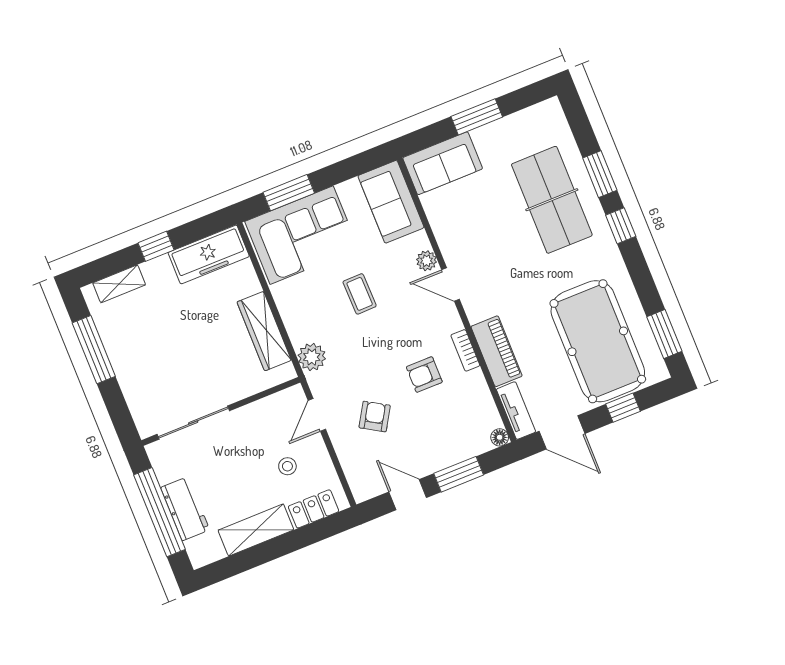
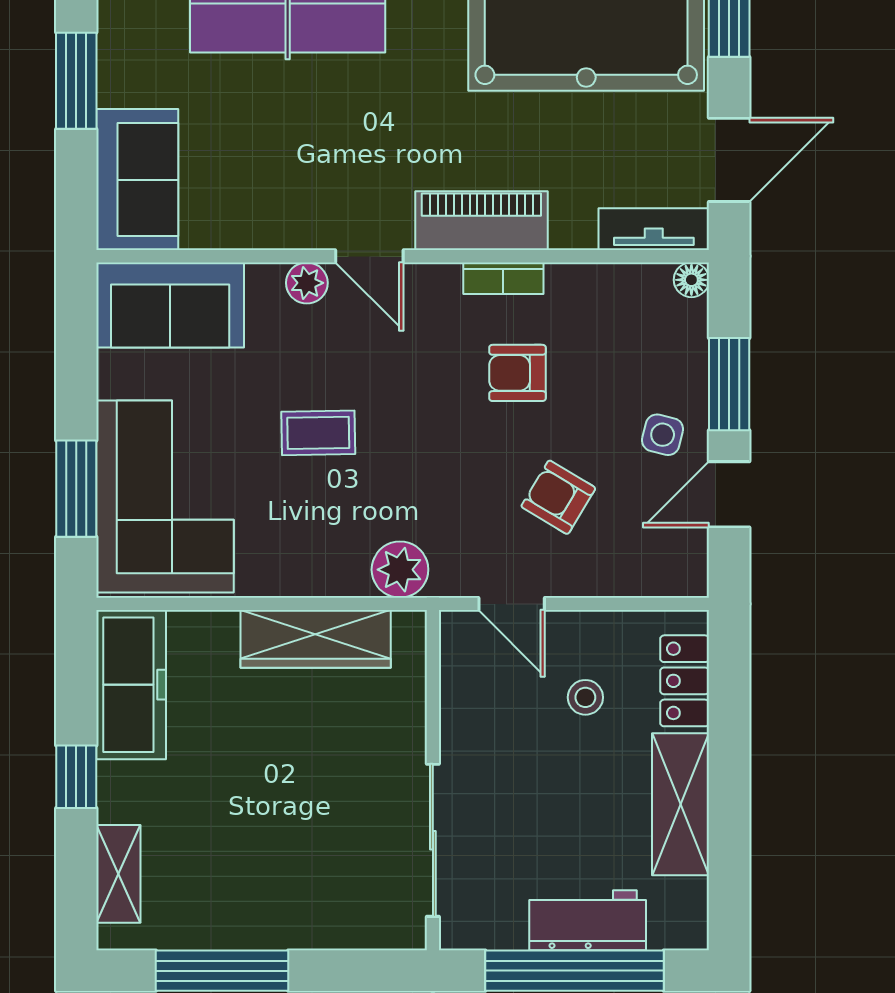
door: (451, 285) -> (369, 256), hinge flipped
piano: (497, 351) -> (481, 221), moved
armchair: (424, 375) -> (517, 373), turned 90
side table: (423, 453) -> (663, 435), added

